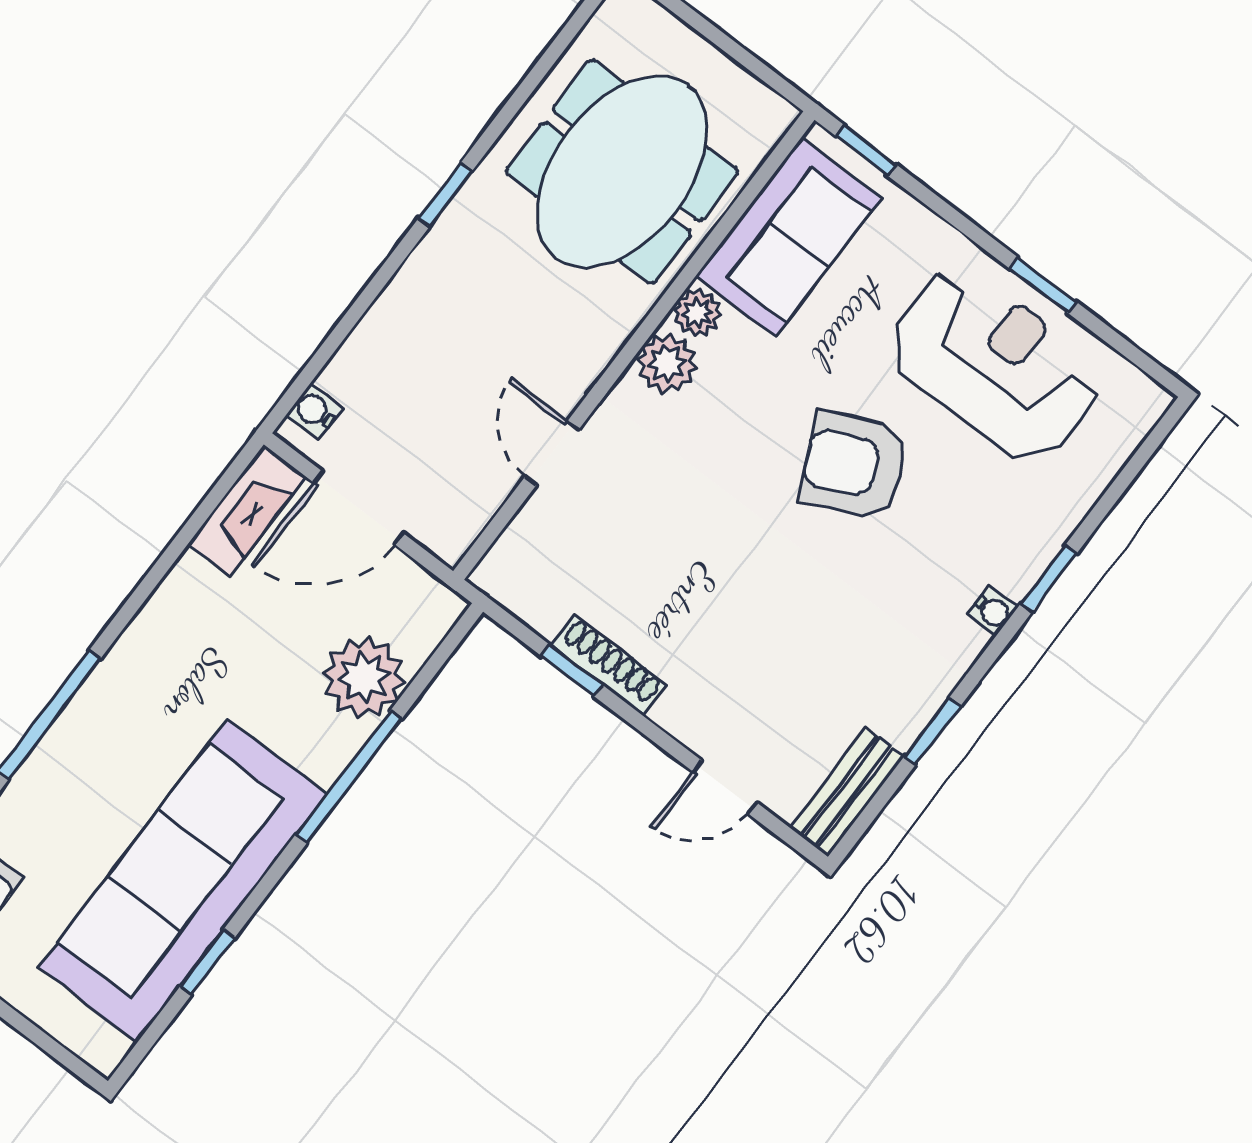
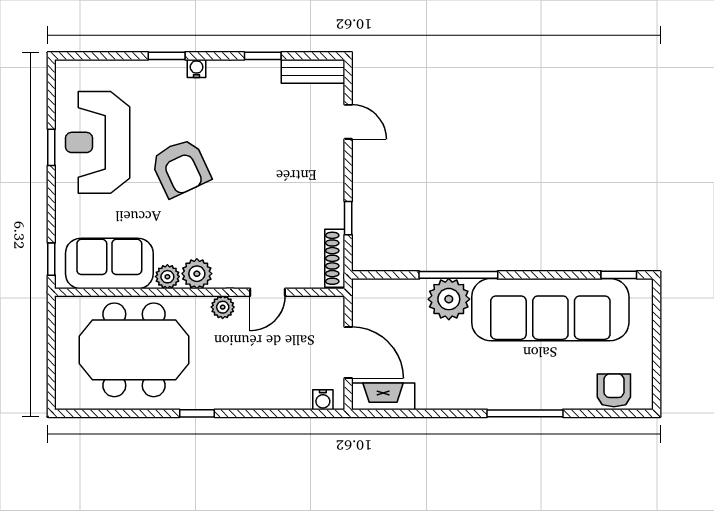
plant: (582, 364) -> (223, 307), added
shoe rack: (609, 665) -> (335, 258), moved
plant: (364, 677) -> (449, 299), moved
window: (207, 962) -> (619, 275), moved

